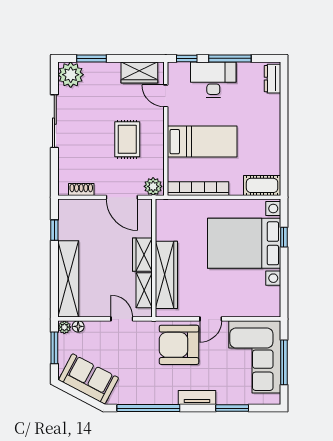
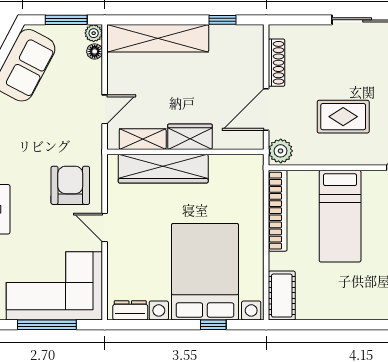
shoe rack: (81, 189) -> (277, 63), width x1.43
dresser: (273, 300) -> (130, 310), added
armchair: (179, 345) -> (70, 185), width x0.73, depth x0.73

